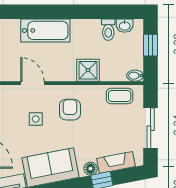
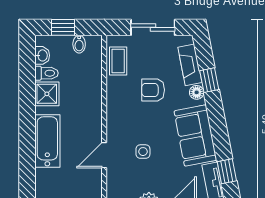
shower: (88, 70) -> (47, 94), moved
bidet: (135, 76) -> (79, 44), moved
armchair: (70, 110) -> (153, 90), moved

